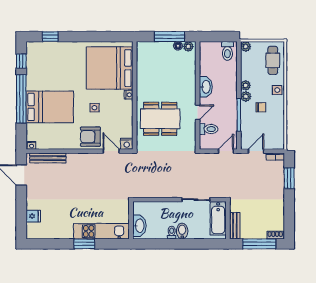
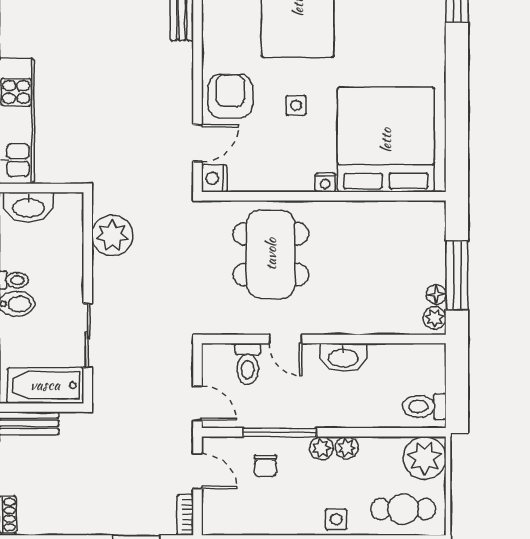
plant: (246, 47) -> (425, 458), width x1.88, depth x1.88
chair: (261, 107) -> (265, 466), moved
plant: (152, 189) -> (112, 236), added

